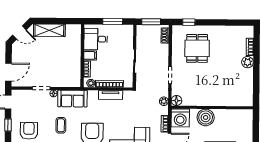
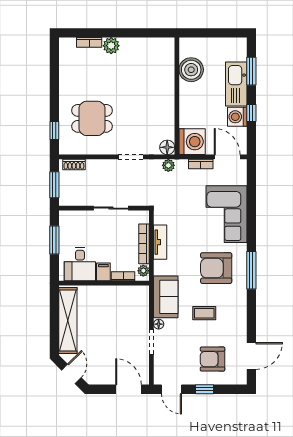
shelving: (49, 30) -> (68, 321), width x1.47
boiler: (206, 117) -> (191, 70), moved

